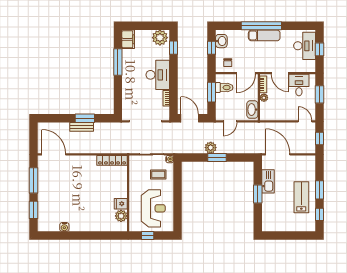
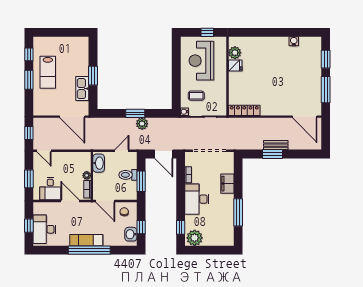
filing cabinet: (128, 39) -> (227, 184), moved
door: (246, 73) -> (105, 201), swing flipped
toilet: (224, 88) -> (128, 175), moved

